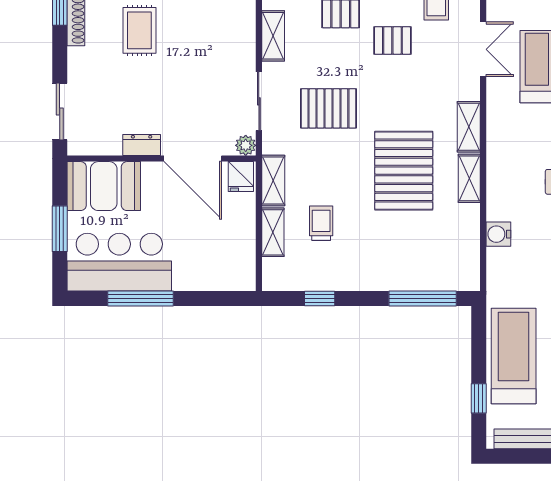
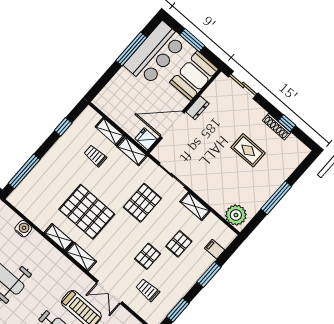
plant: (246, 145) -> (158, 153), removed
trolley: (321, 223) -> (95, 156), turned 180

